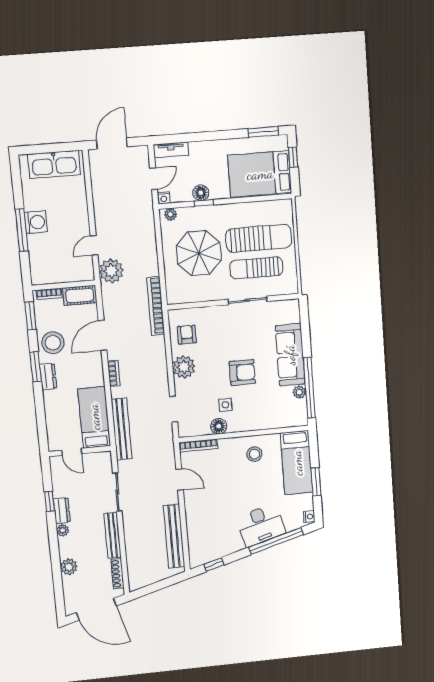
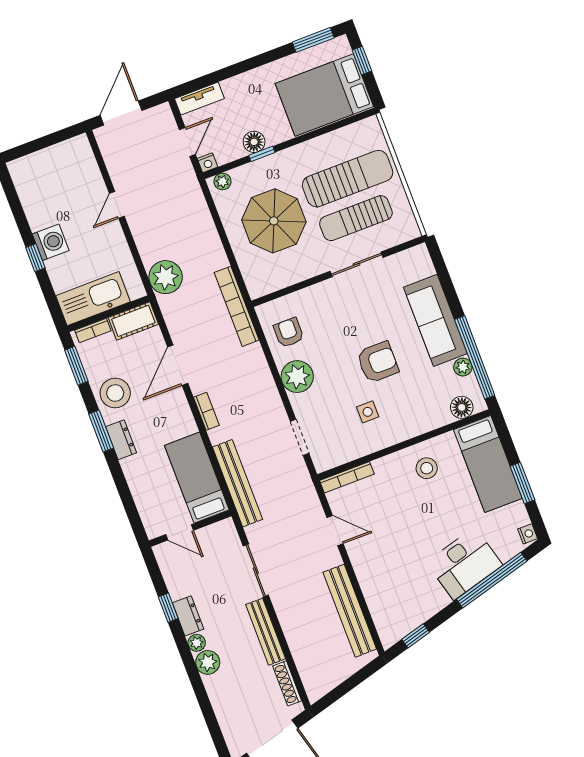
kitchen sink: (54, 164) -> (93, 299), moved, turned 180
window: (22, 230) -> (35, 258), width x0.46
door: (94, 245) -> (117, 205), moved
floor lamp: (219, 426) -> (462, 407), moved
plant: (69, 567) -> (208, 662), moved

